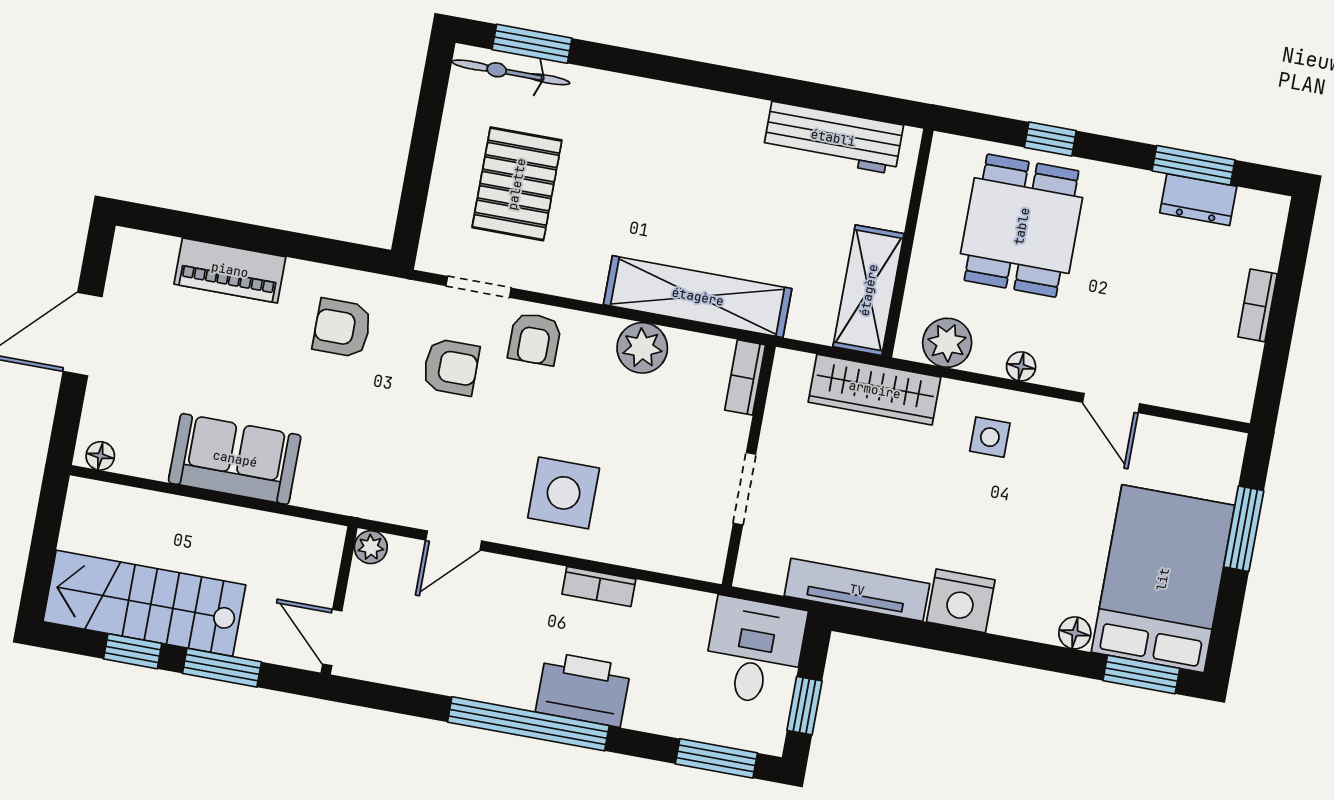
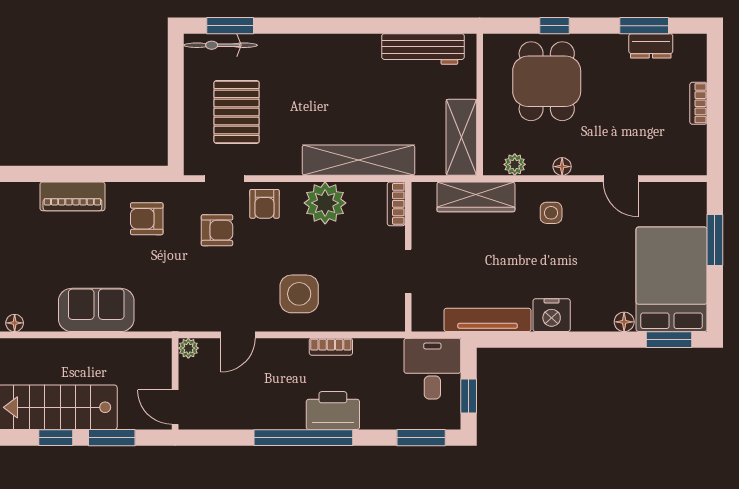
plant: (947, 343) -> (515, 164), width x0.73, depth x0.73
plant: (642, 348) -> (325, 203), width x1.36, depth x1.36

